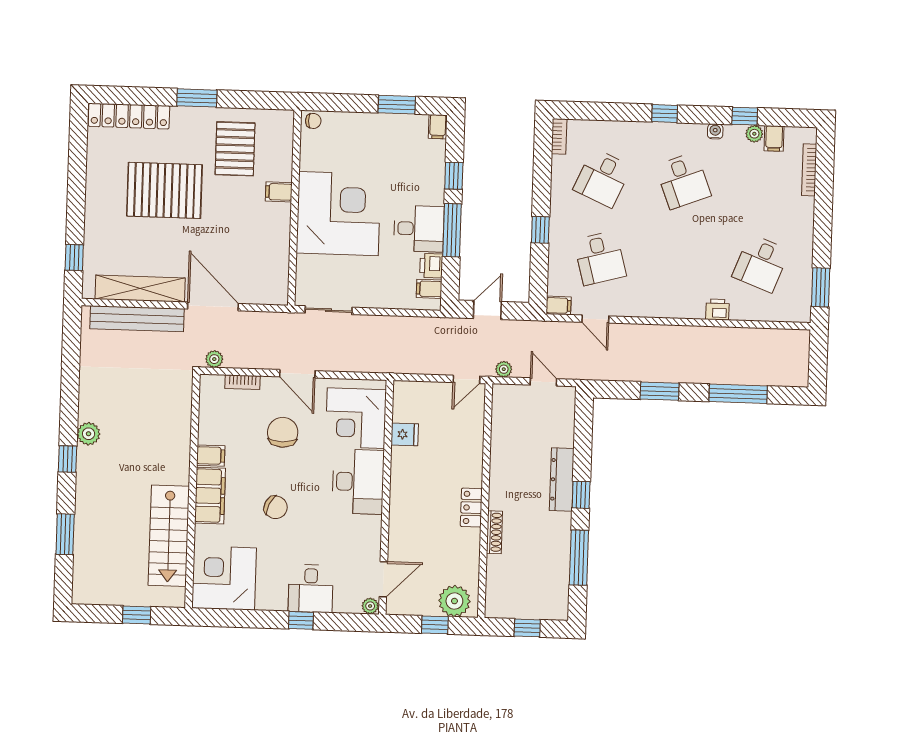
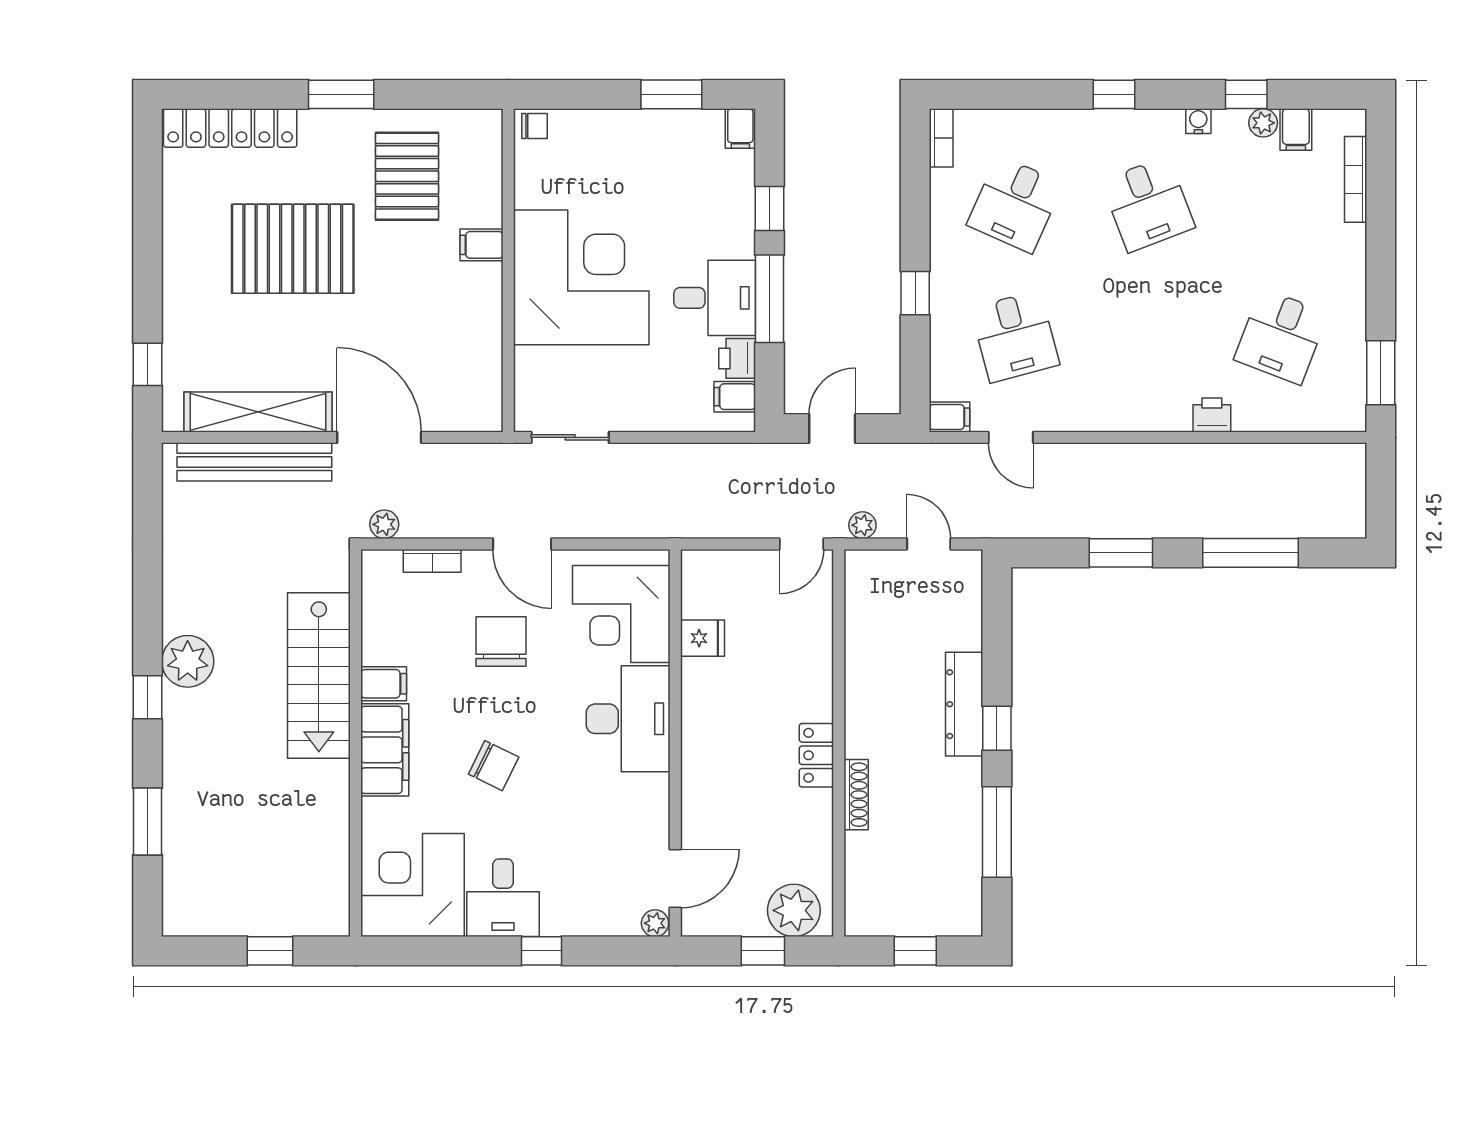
plant: (89, 434) -> (188, 661), width x1.36, depth x1.36
stairs: (169, 536) -> (319, 676), moved
desk: (311, 589) -> (503, 898), moved

